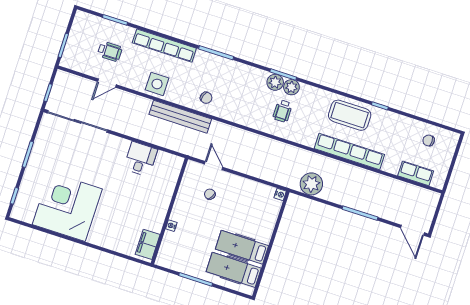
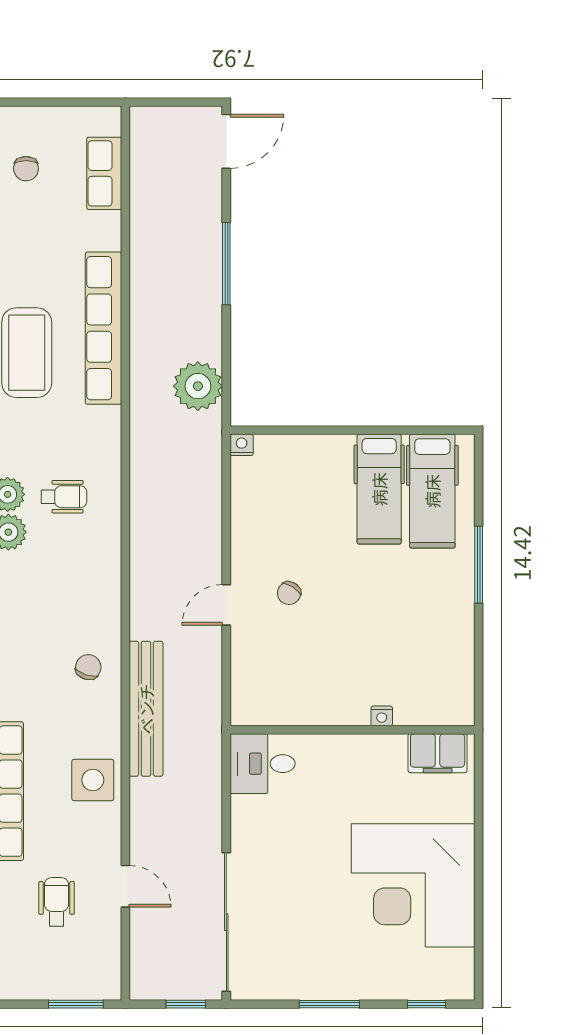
wall: (169, 211) -> (352, 730), moved
nightstand: (171, 226) -> (382, 716), moved
filing cabinet: (148, 244) -> (438, 753), moved

